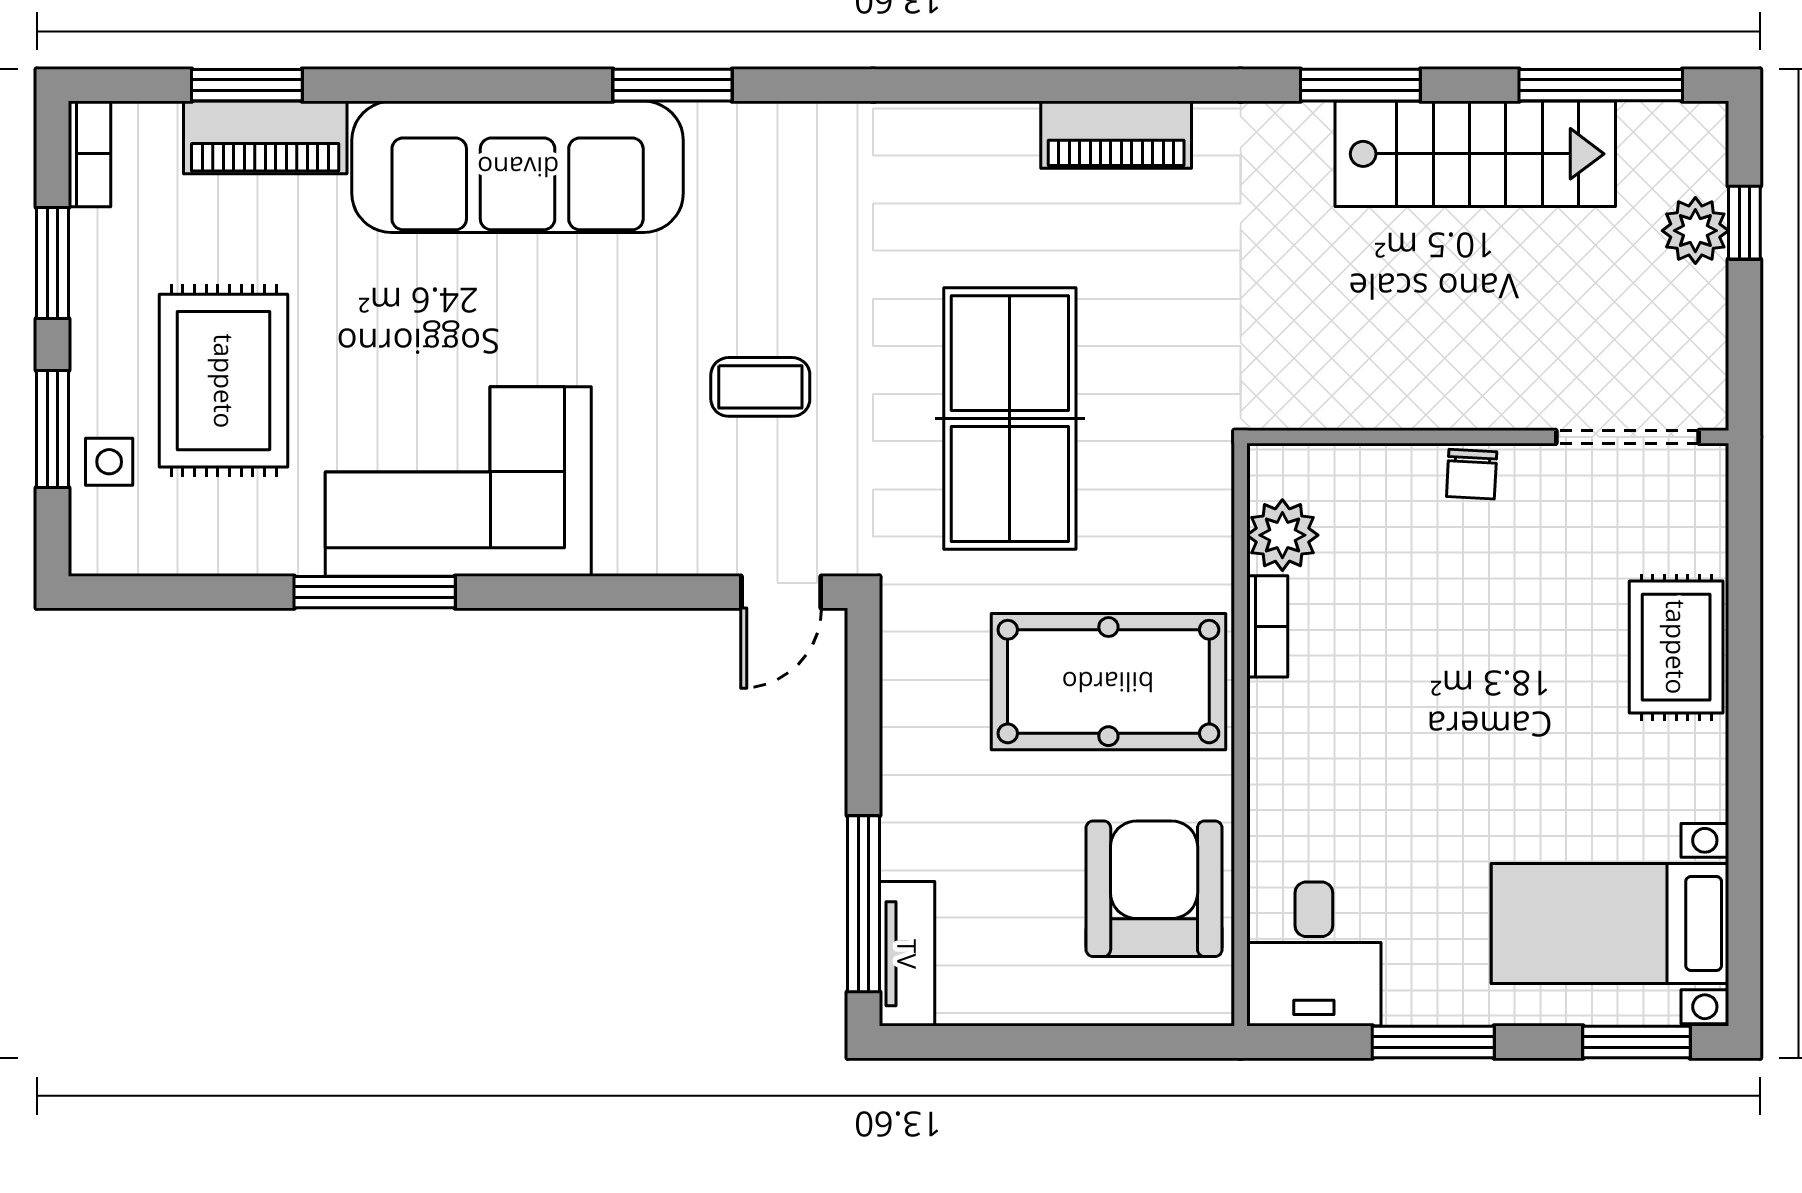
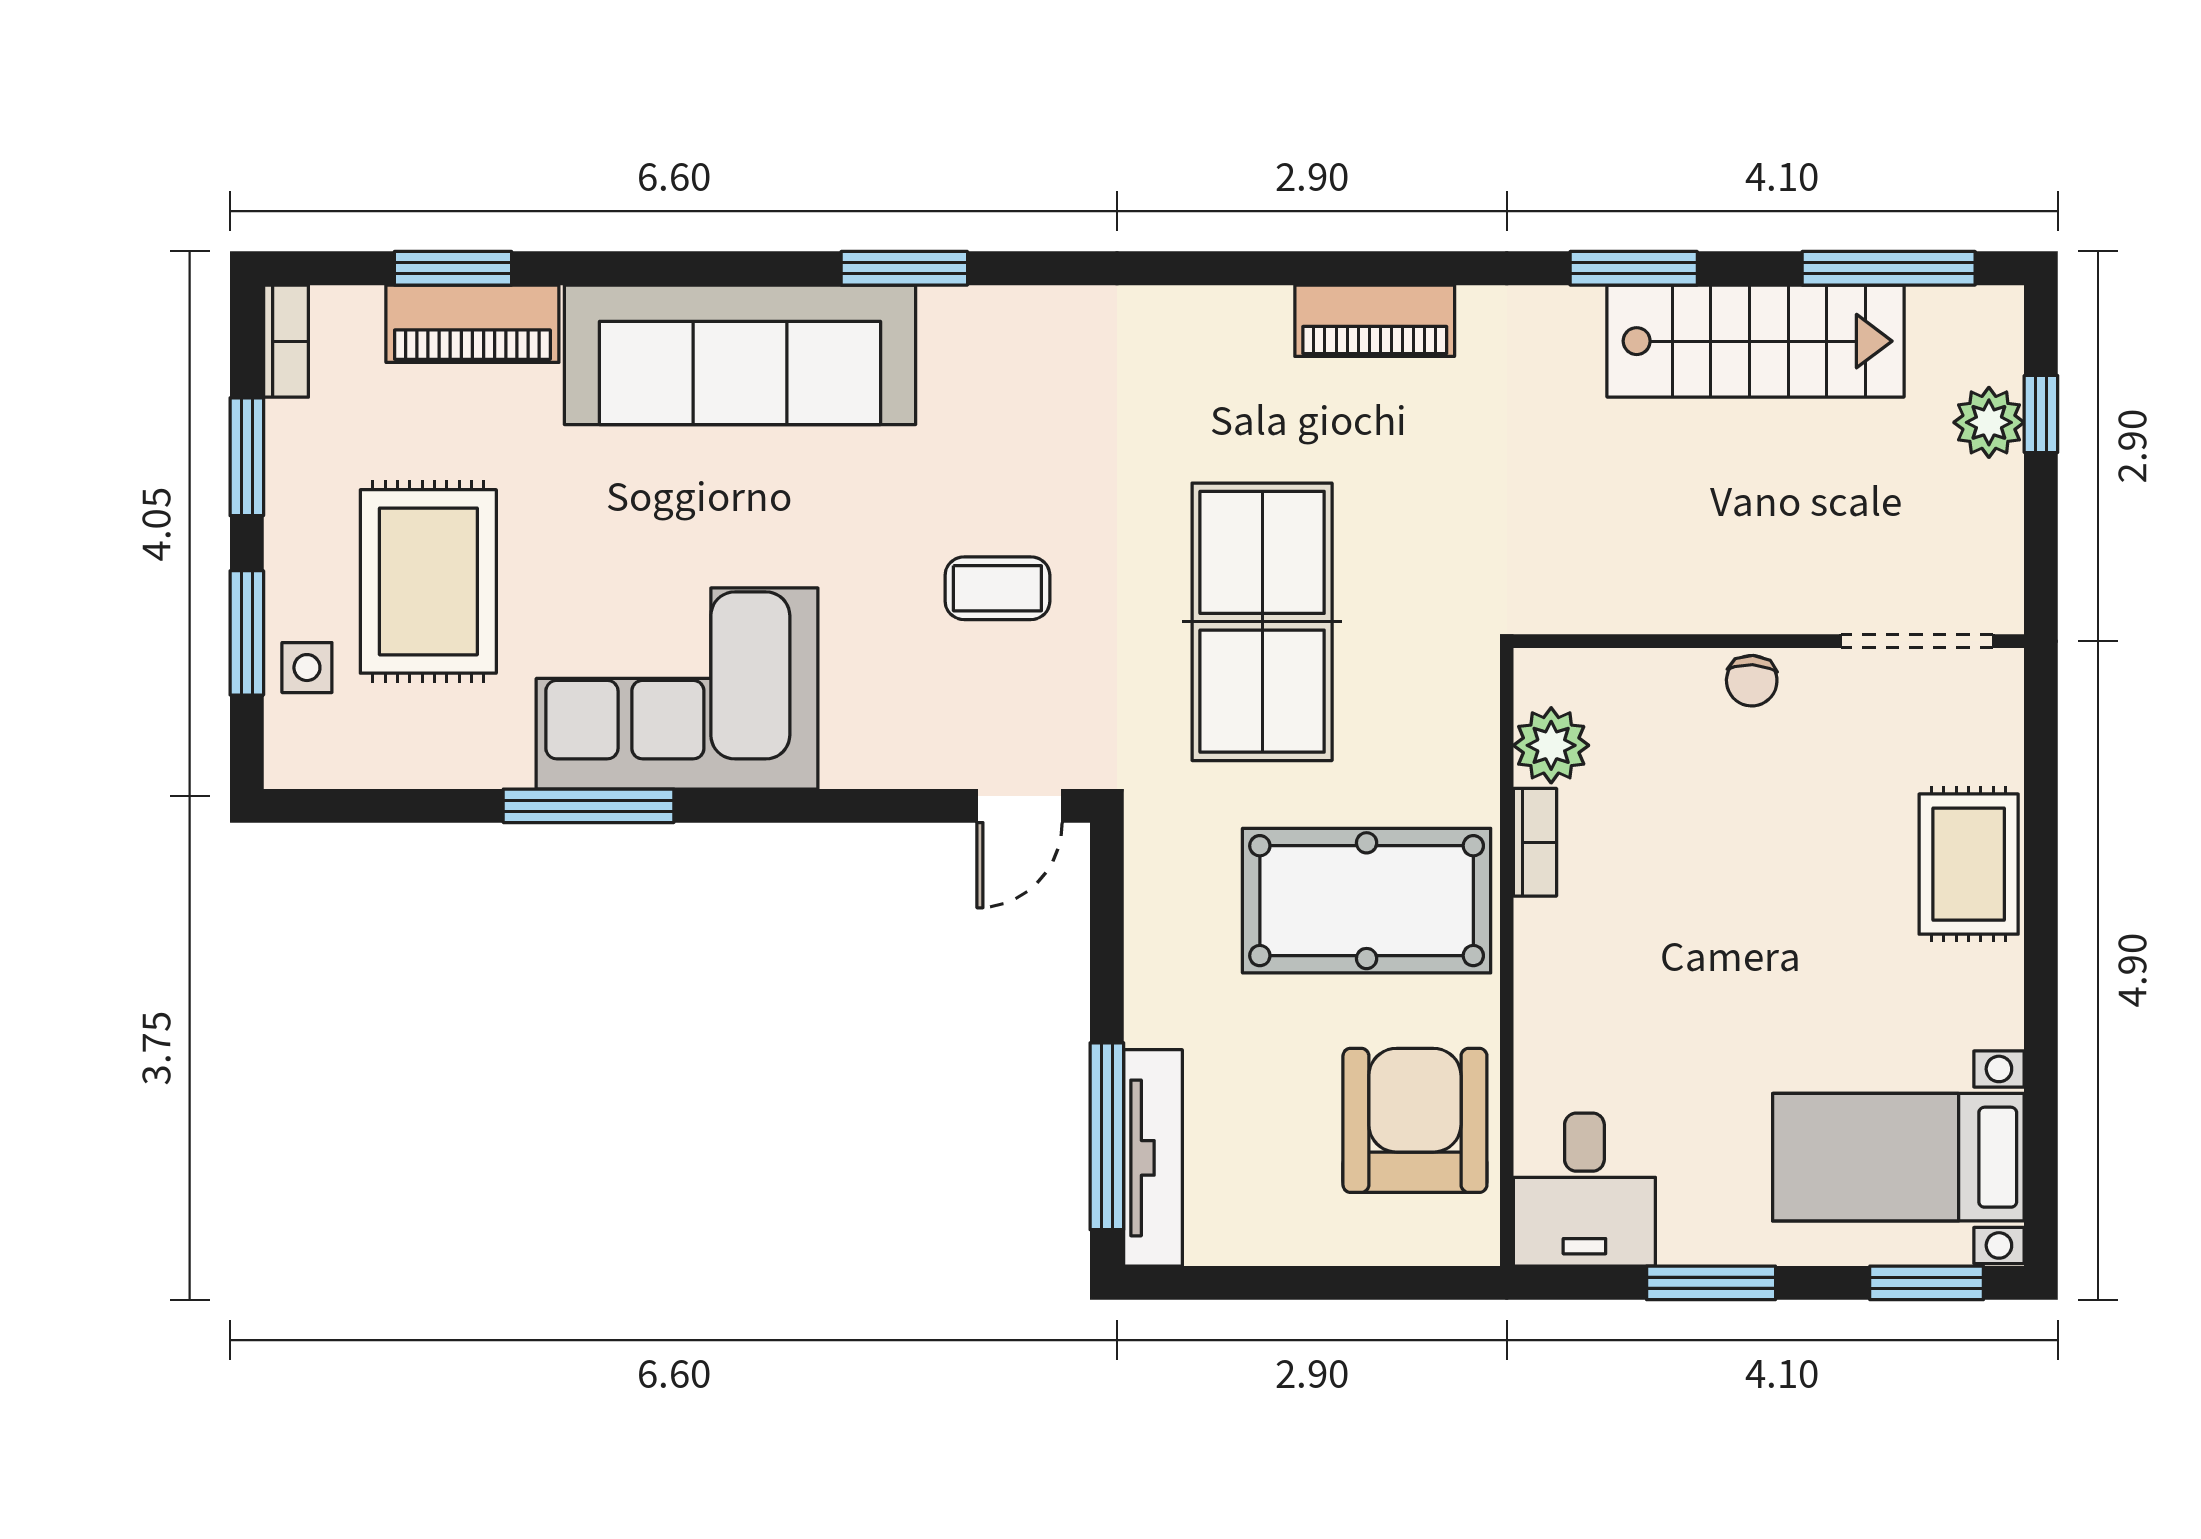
tv unit: (907, 954) -> (1153, 1158), width x1.41

